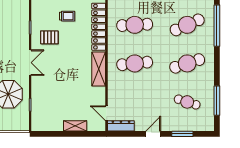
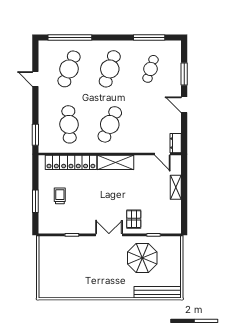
cafe table: (187, 25) -> (69, 69), turned 45
pallet: (49, 37) -> (134, 219), moved
cafe table: (135, 63) -> (110, 124), turned 30
cafe table: (187, 63) -> (110, 69), turned 36
door: (107, 113) -> (162, 154), hinge flipped
dresser: (121, 126) -> (176, 143), width x0.70

